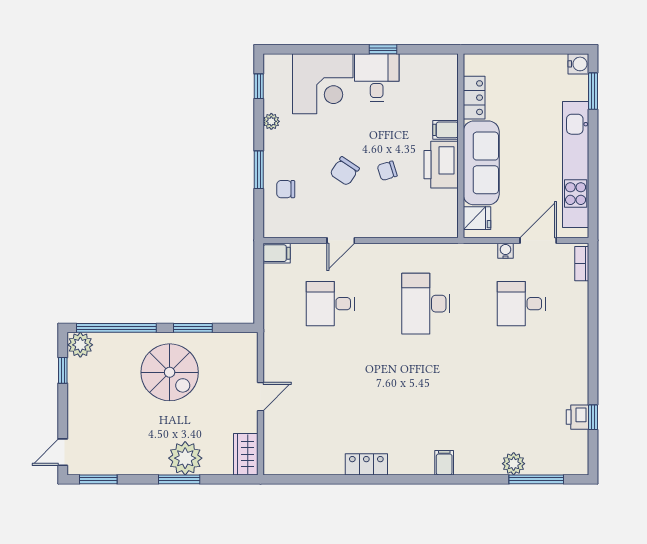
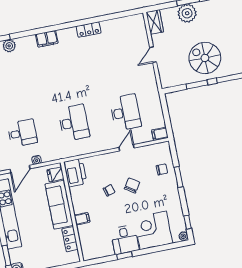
plant: (271, 121) -> (183, 236), moved
printer: (441, 165) -> (75, 173), moved
desk: (330, 304) -> (125, 112), width x1.37
filing cabinet: (444, 463) -> (47, 39), width x2.00

